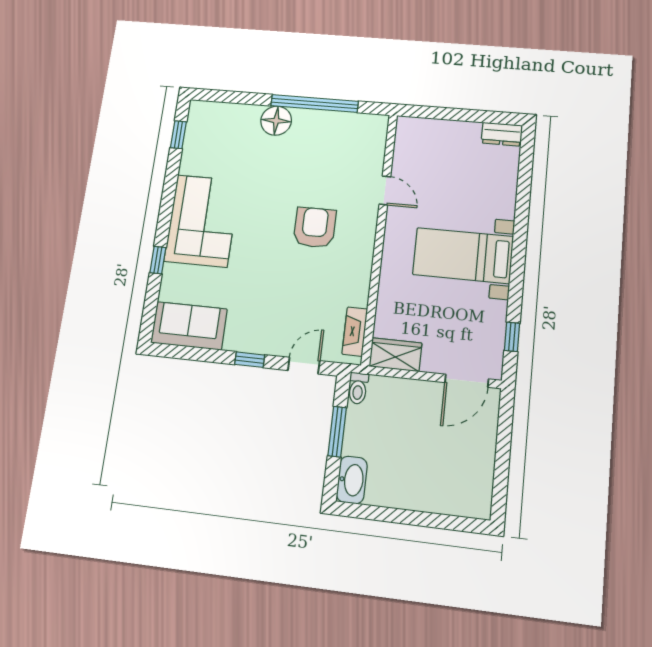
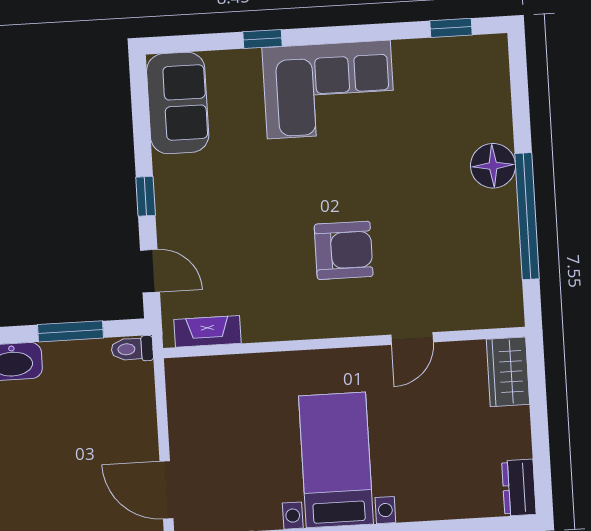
wardrobe: (395, 355) -> (508, 372), moved, turned 180

